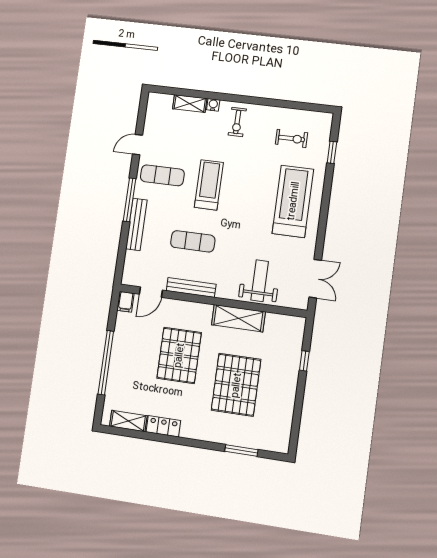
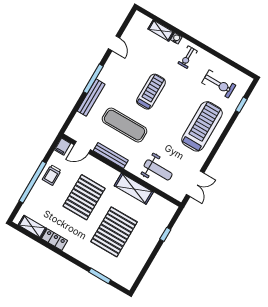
exercise bike: (291, 138) -> (219, 84), width x1.38, depth x1.39
door: (137, 145) -> (114, 43), swing flipped
exercise mat: (162, 175) -> (122, 72), removed
exercise mat: (193, 241) -> (124, 125), width x1.36, depth x1.45
weight bench: (260, 281) -> (158, 170), turned 90
trolley: (126, 344) -> (52, 175), added

